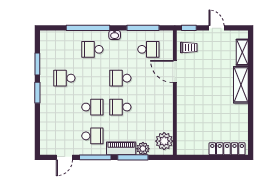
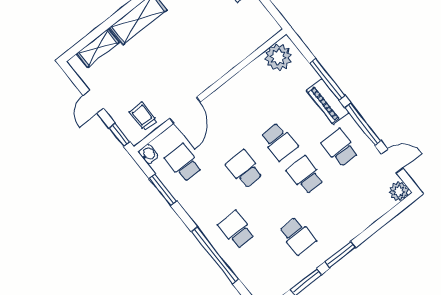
window: (143, 28) -> (163, 190), width x0.69
washbasin: (115, 35) -> (148, 154), moved
school desk: (92, 49) -> (236, 230), turned 180
school desk: (120, 78) -> (244, 169), turned 180
plant: (143, 149) -> (399, 191), moved

